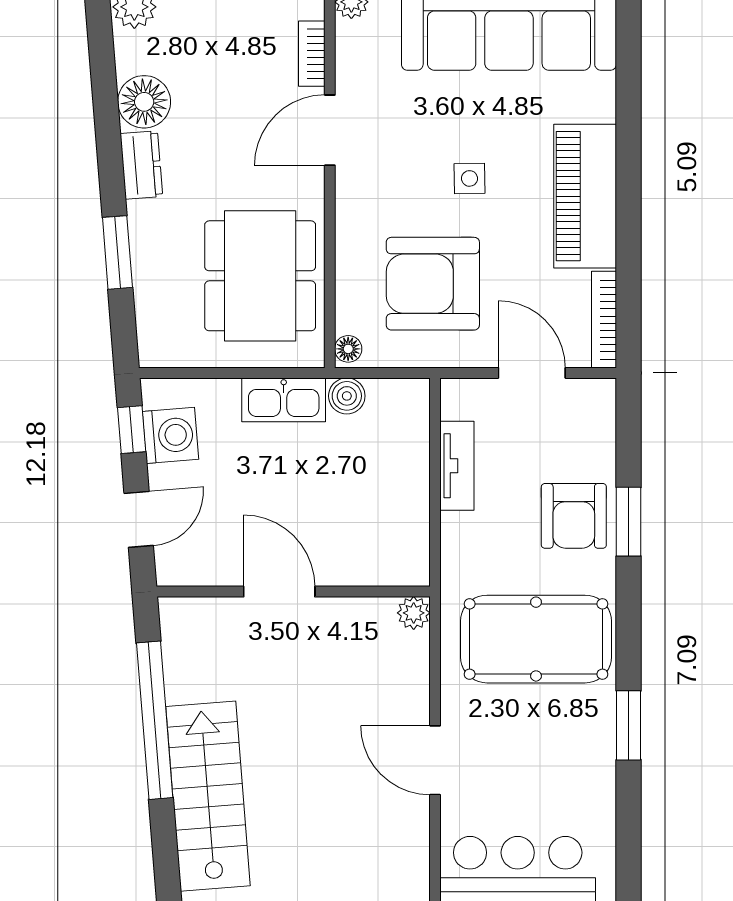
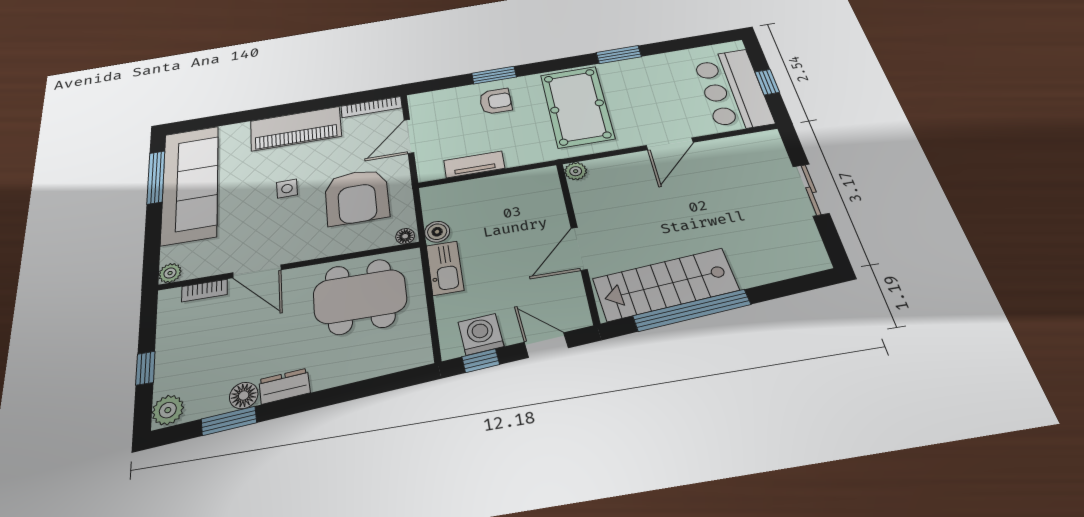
floor lamp: (144, 102) -> (244, 395), width x0.73, depth x0.73
window: (117, 252) -> (229, 421), moved
armchair: (574, 516) -> (495, 101), width x0.72, depth x0.72
stairs: (208, 796) -> (665, 284), moved

